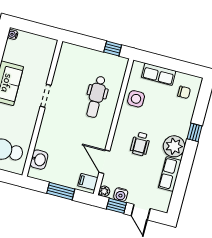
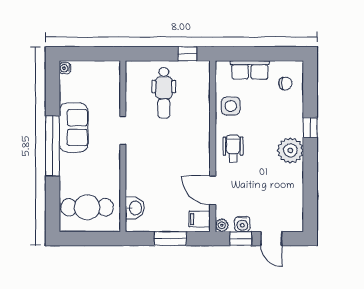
dental chair: (96, 97) -> (164, 93), moved
wheelchair: (140, 144) -> (233, 148), moved, turned 180
row of seats: (170, 174) -> (294, 184), removed

